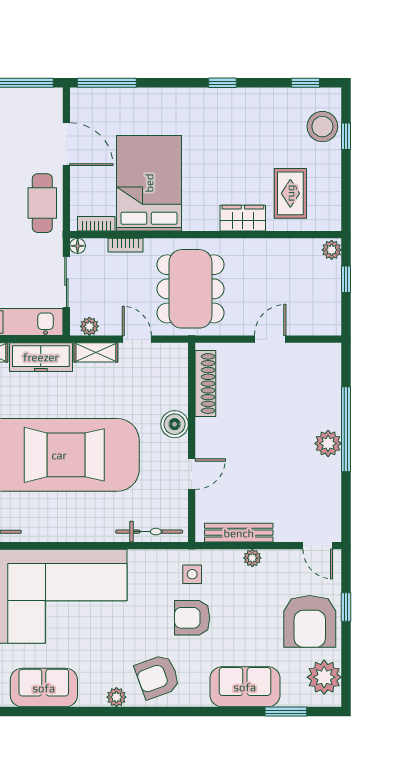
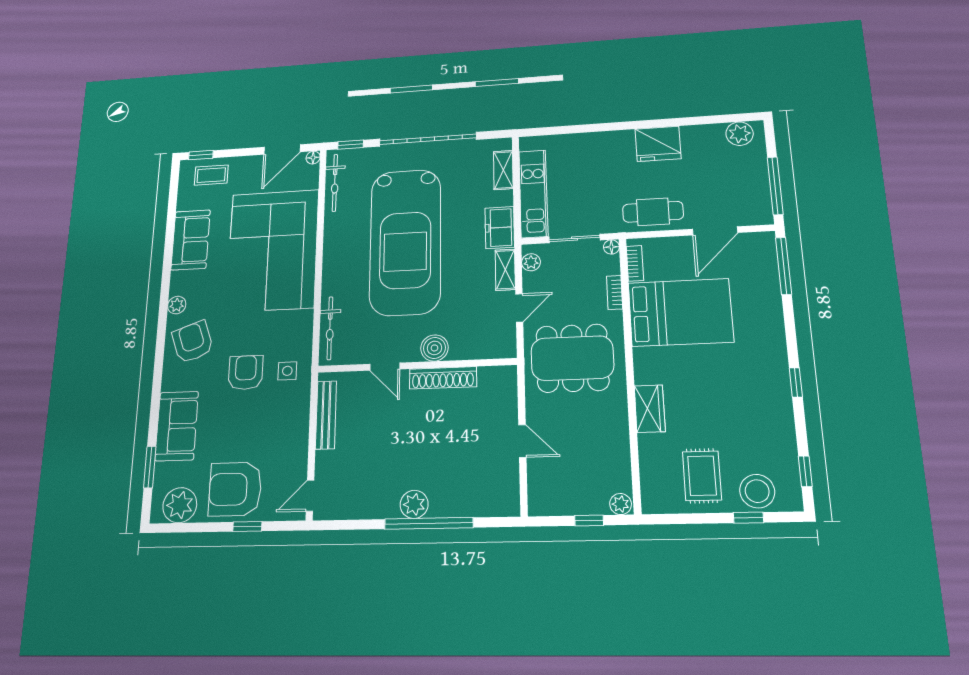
rug: (290, 193) -> (702, 476), moved, turned 90
freezer: (41, 357) -> (500, 228), width x0.71
shoe rack: (205, 384) -> (443, 378), moved
plant: (252, 558) -> (300, 429), removed

